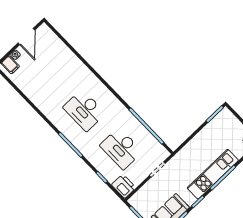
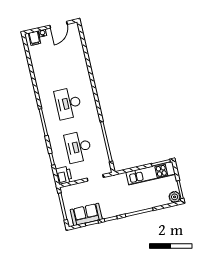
kitchen unit: (213, 174) -> (151, 173), moved, turned 180

